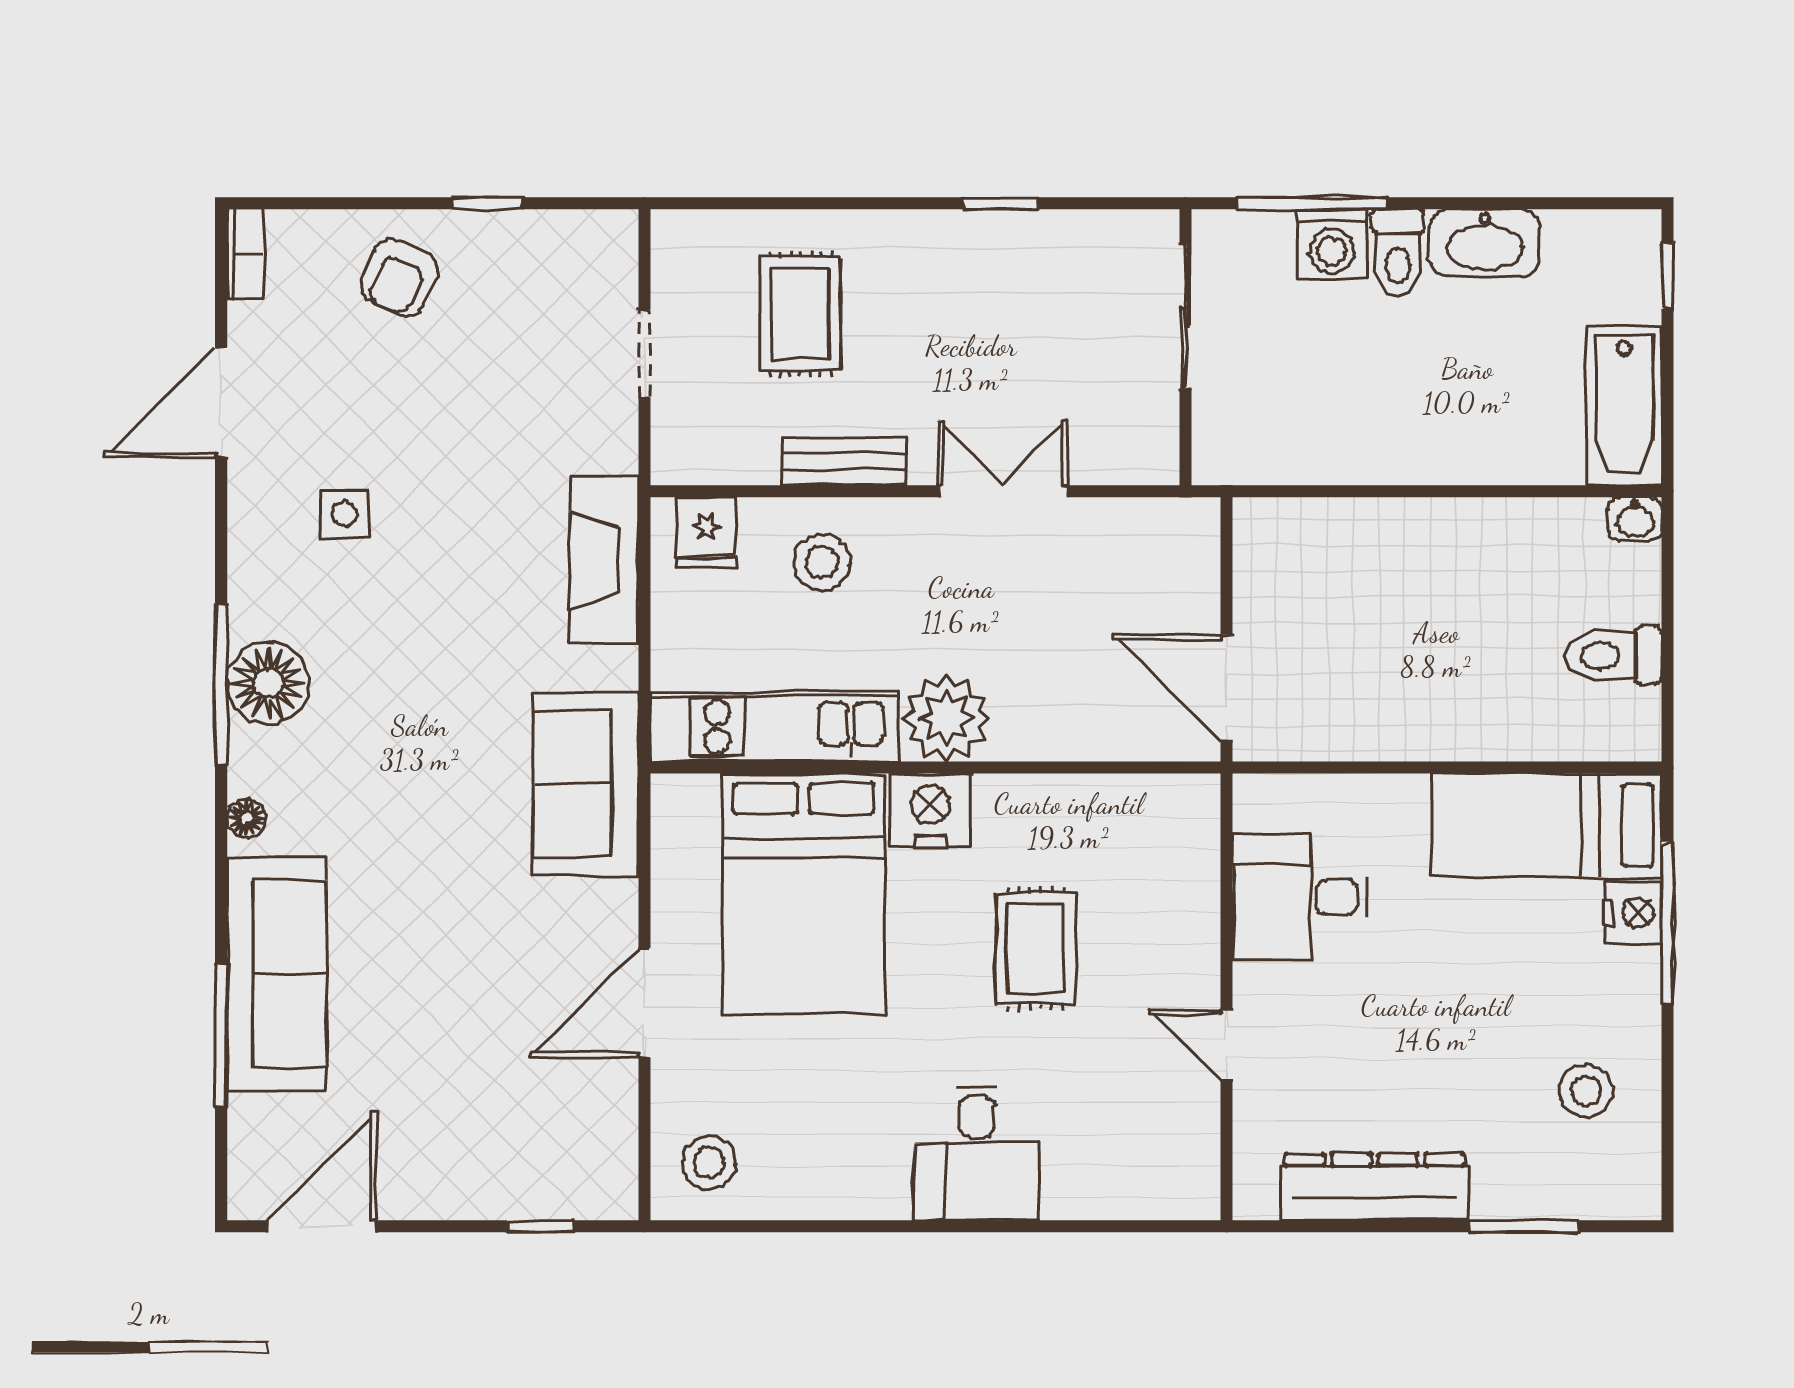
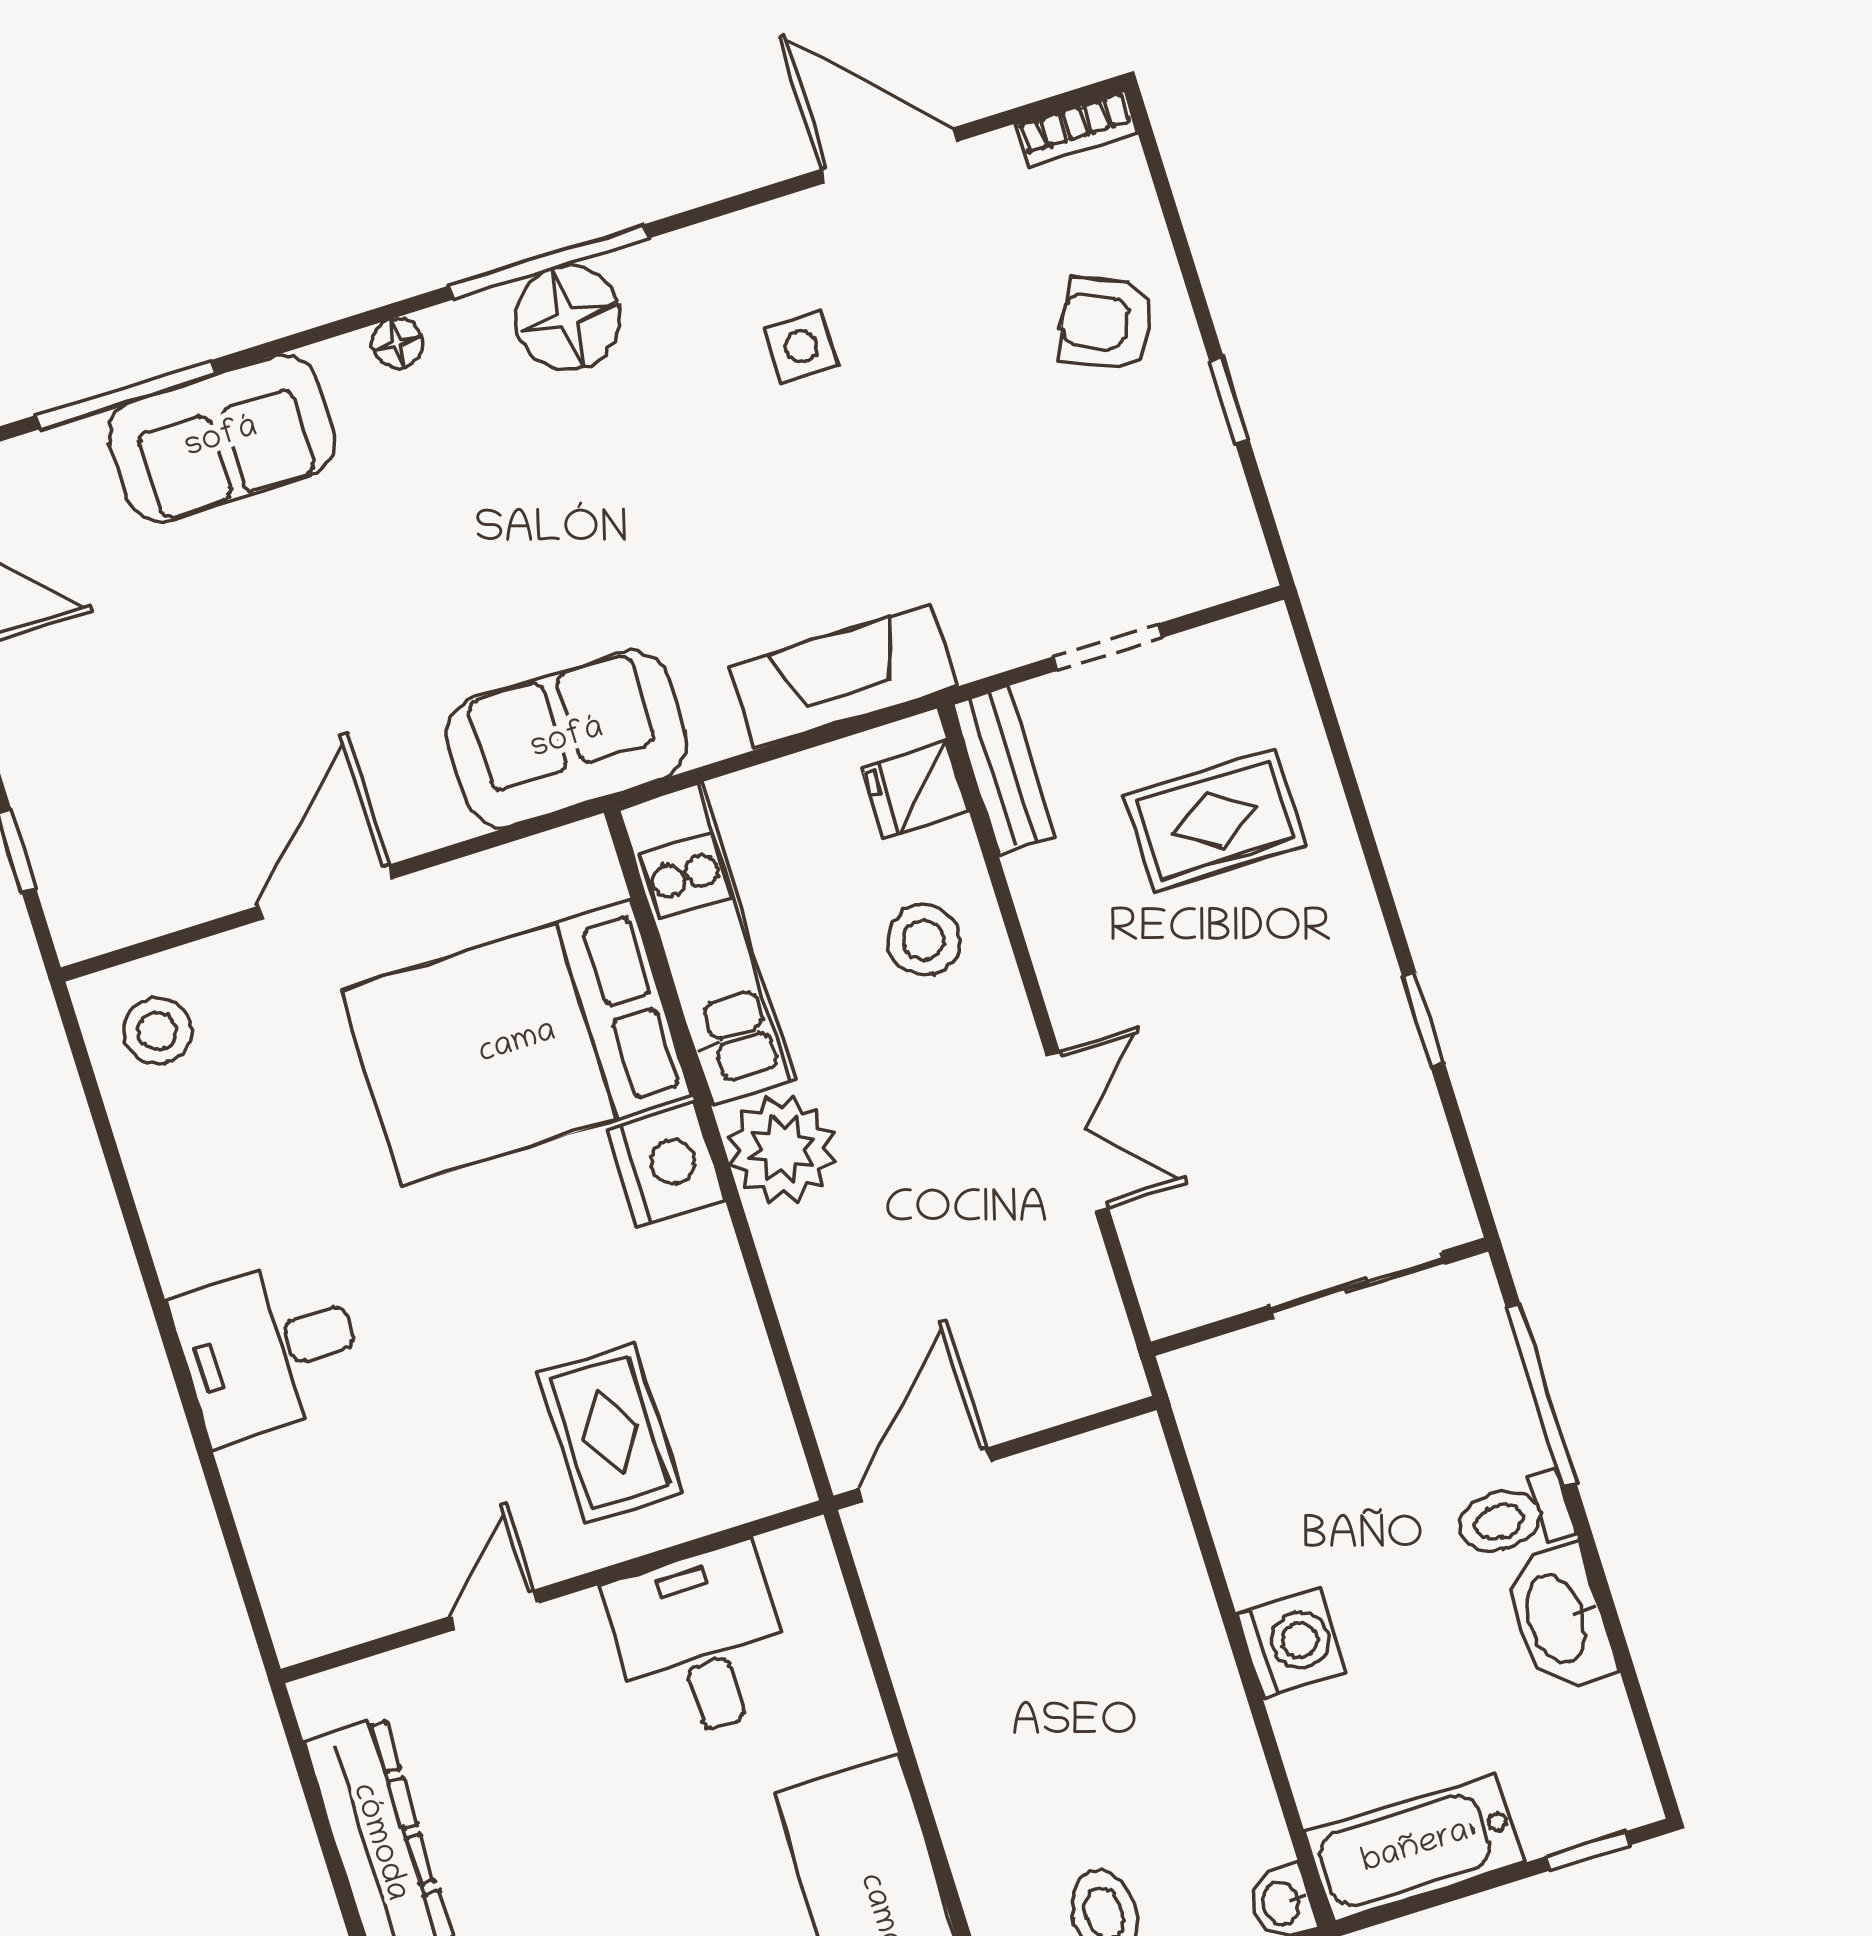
washing machine: (1332, 244) -> (1291, 1643), moved, turned 180
bench: (845, 462) -> (1003, 770), moved
rug: (1035, 949) -> (610, 1432), moved, turned 90
sofa: (277, 974) -> (221, 438), width x0.73
door: (644, 1003) -> (325, 892), hinge flipped

